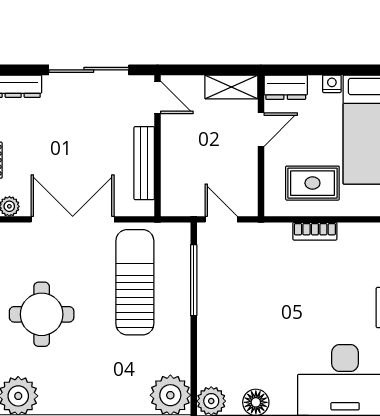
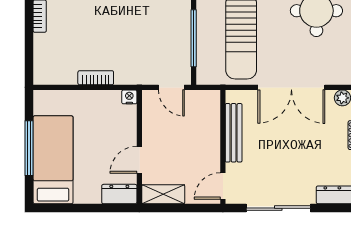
nightstand: (332, 84) -> (129, 97), moved, turned 180
door: (157, 97) -> (223, 186), hinge flipped
rug: (312, 183) -> (98, 117), removed

